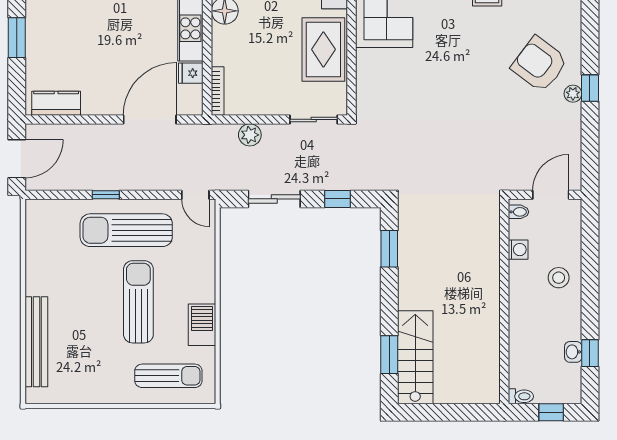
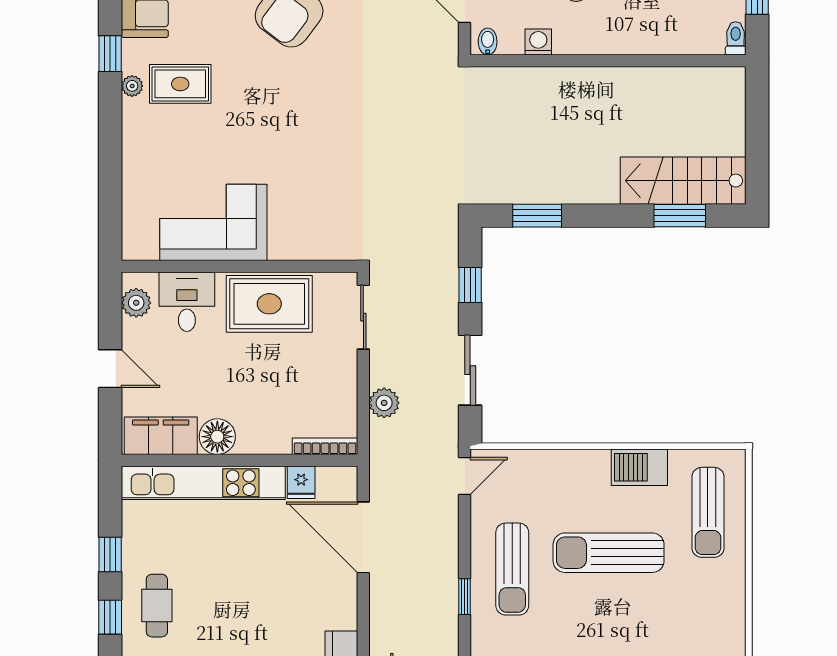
sun lounger: (126, 230) -> (512, 569), width x0.73, depth x0.75
sun lounger: (168, 376) -> (708, 512), turned 180

